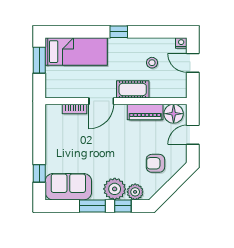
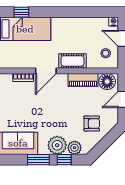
window: (119, 32) -> (21, 12), moved
stool: (152, 63) -> (106, 53), moved
armchair: (155, 163) -> (92, 123), turned 180

